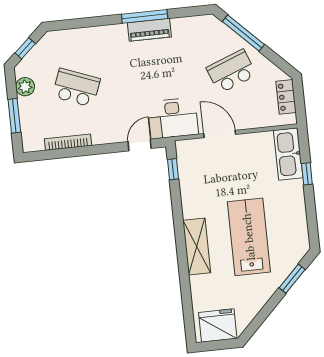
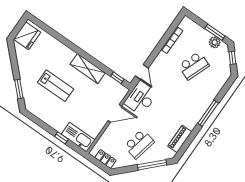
window: (145, 16) -> (208, 113), moved
piano: (149, 30) -> (180, 139), moved
school desk: (231, 71) -> (139, 144), turned 33
window: (14, 116) -> (215, 32), moved
lab bench: (249, 237) -> (56, 86), width x0.73, depth x0.72
shelving: (197, 247) -> (88, 69), moved

